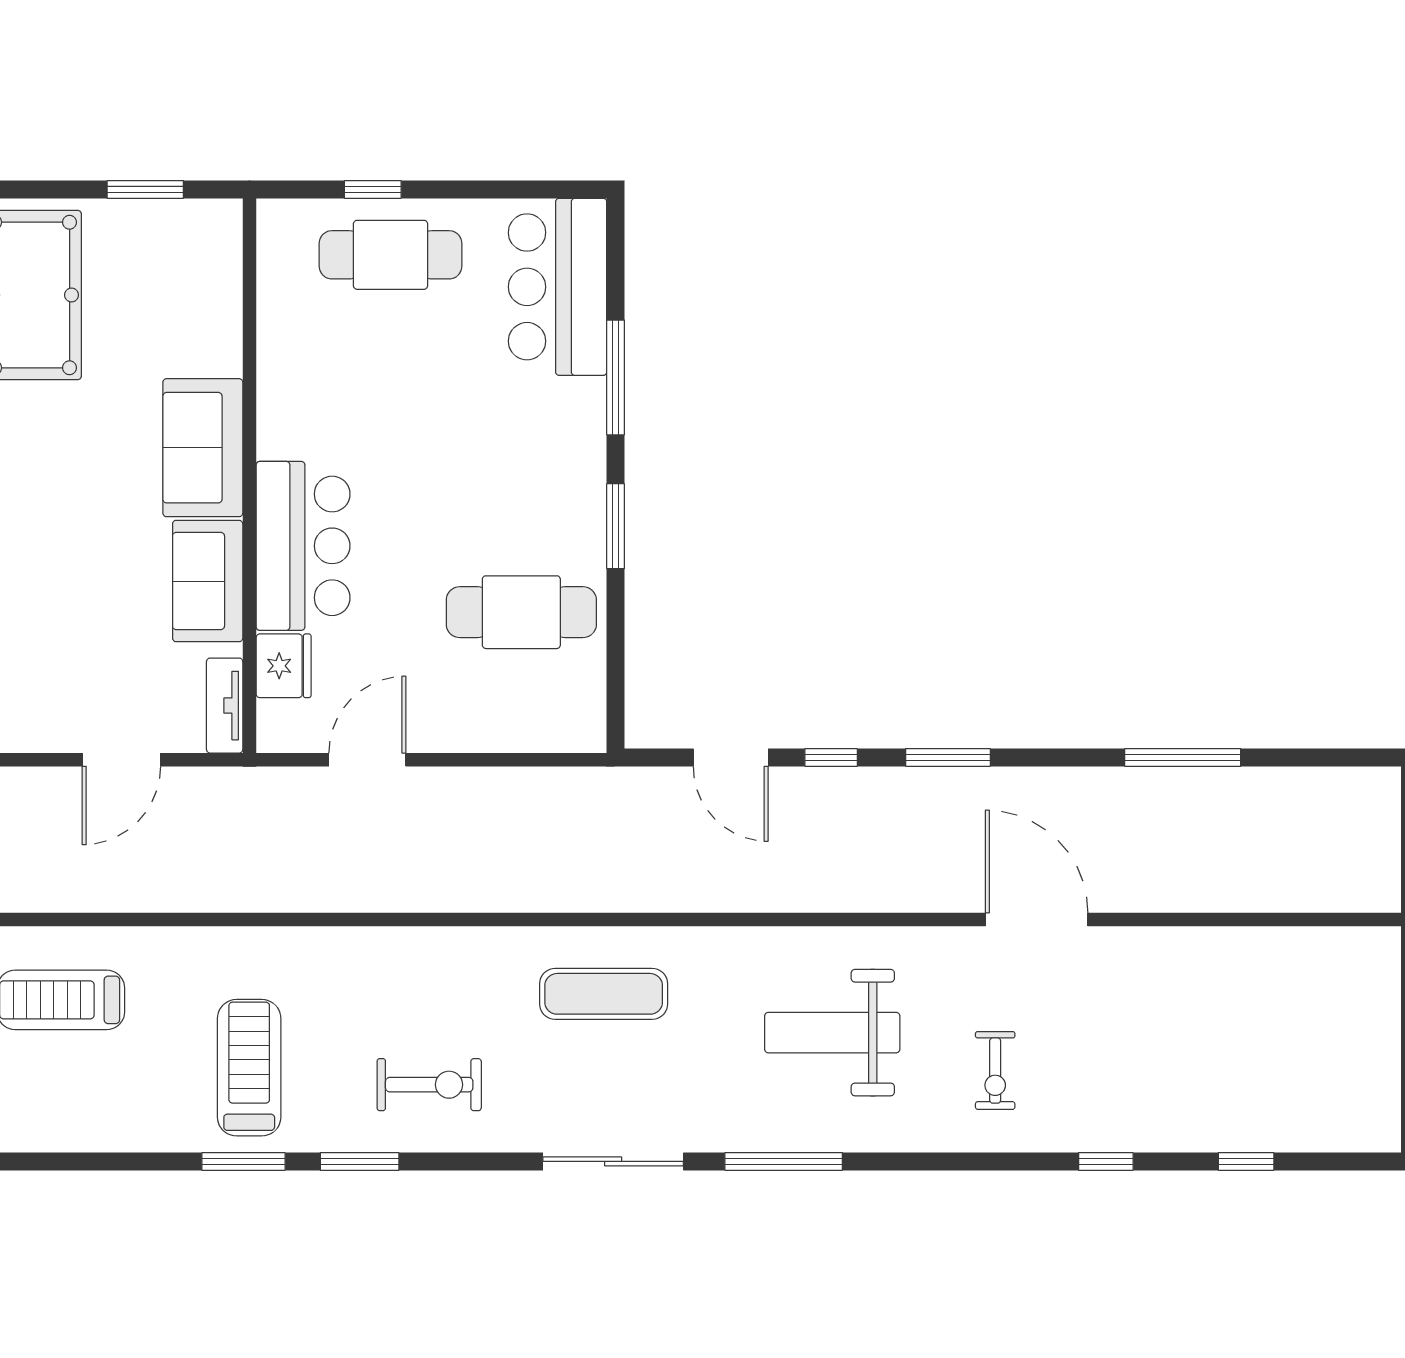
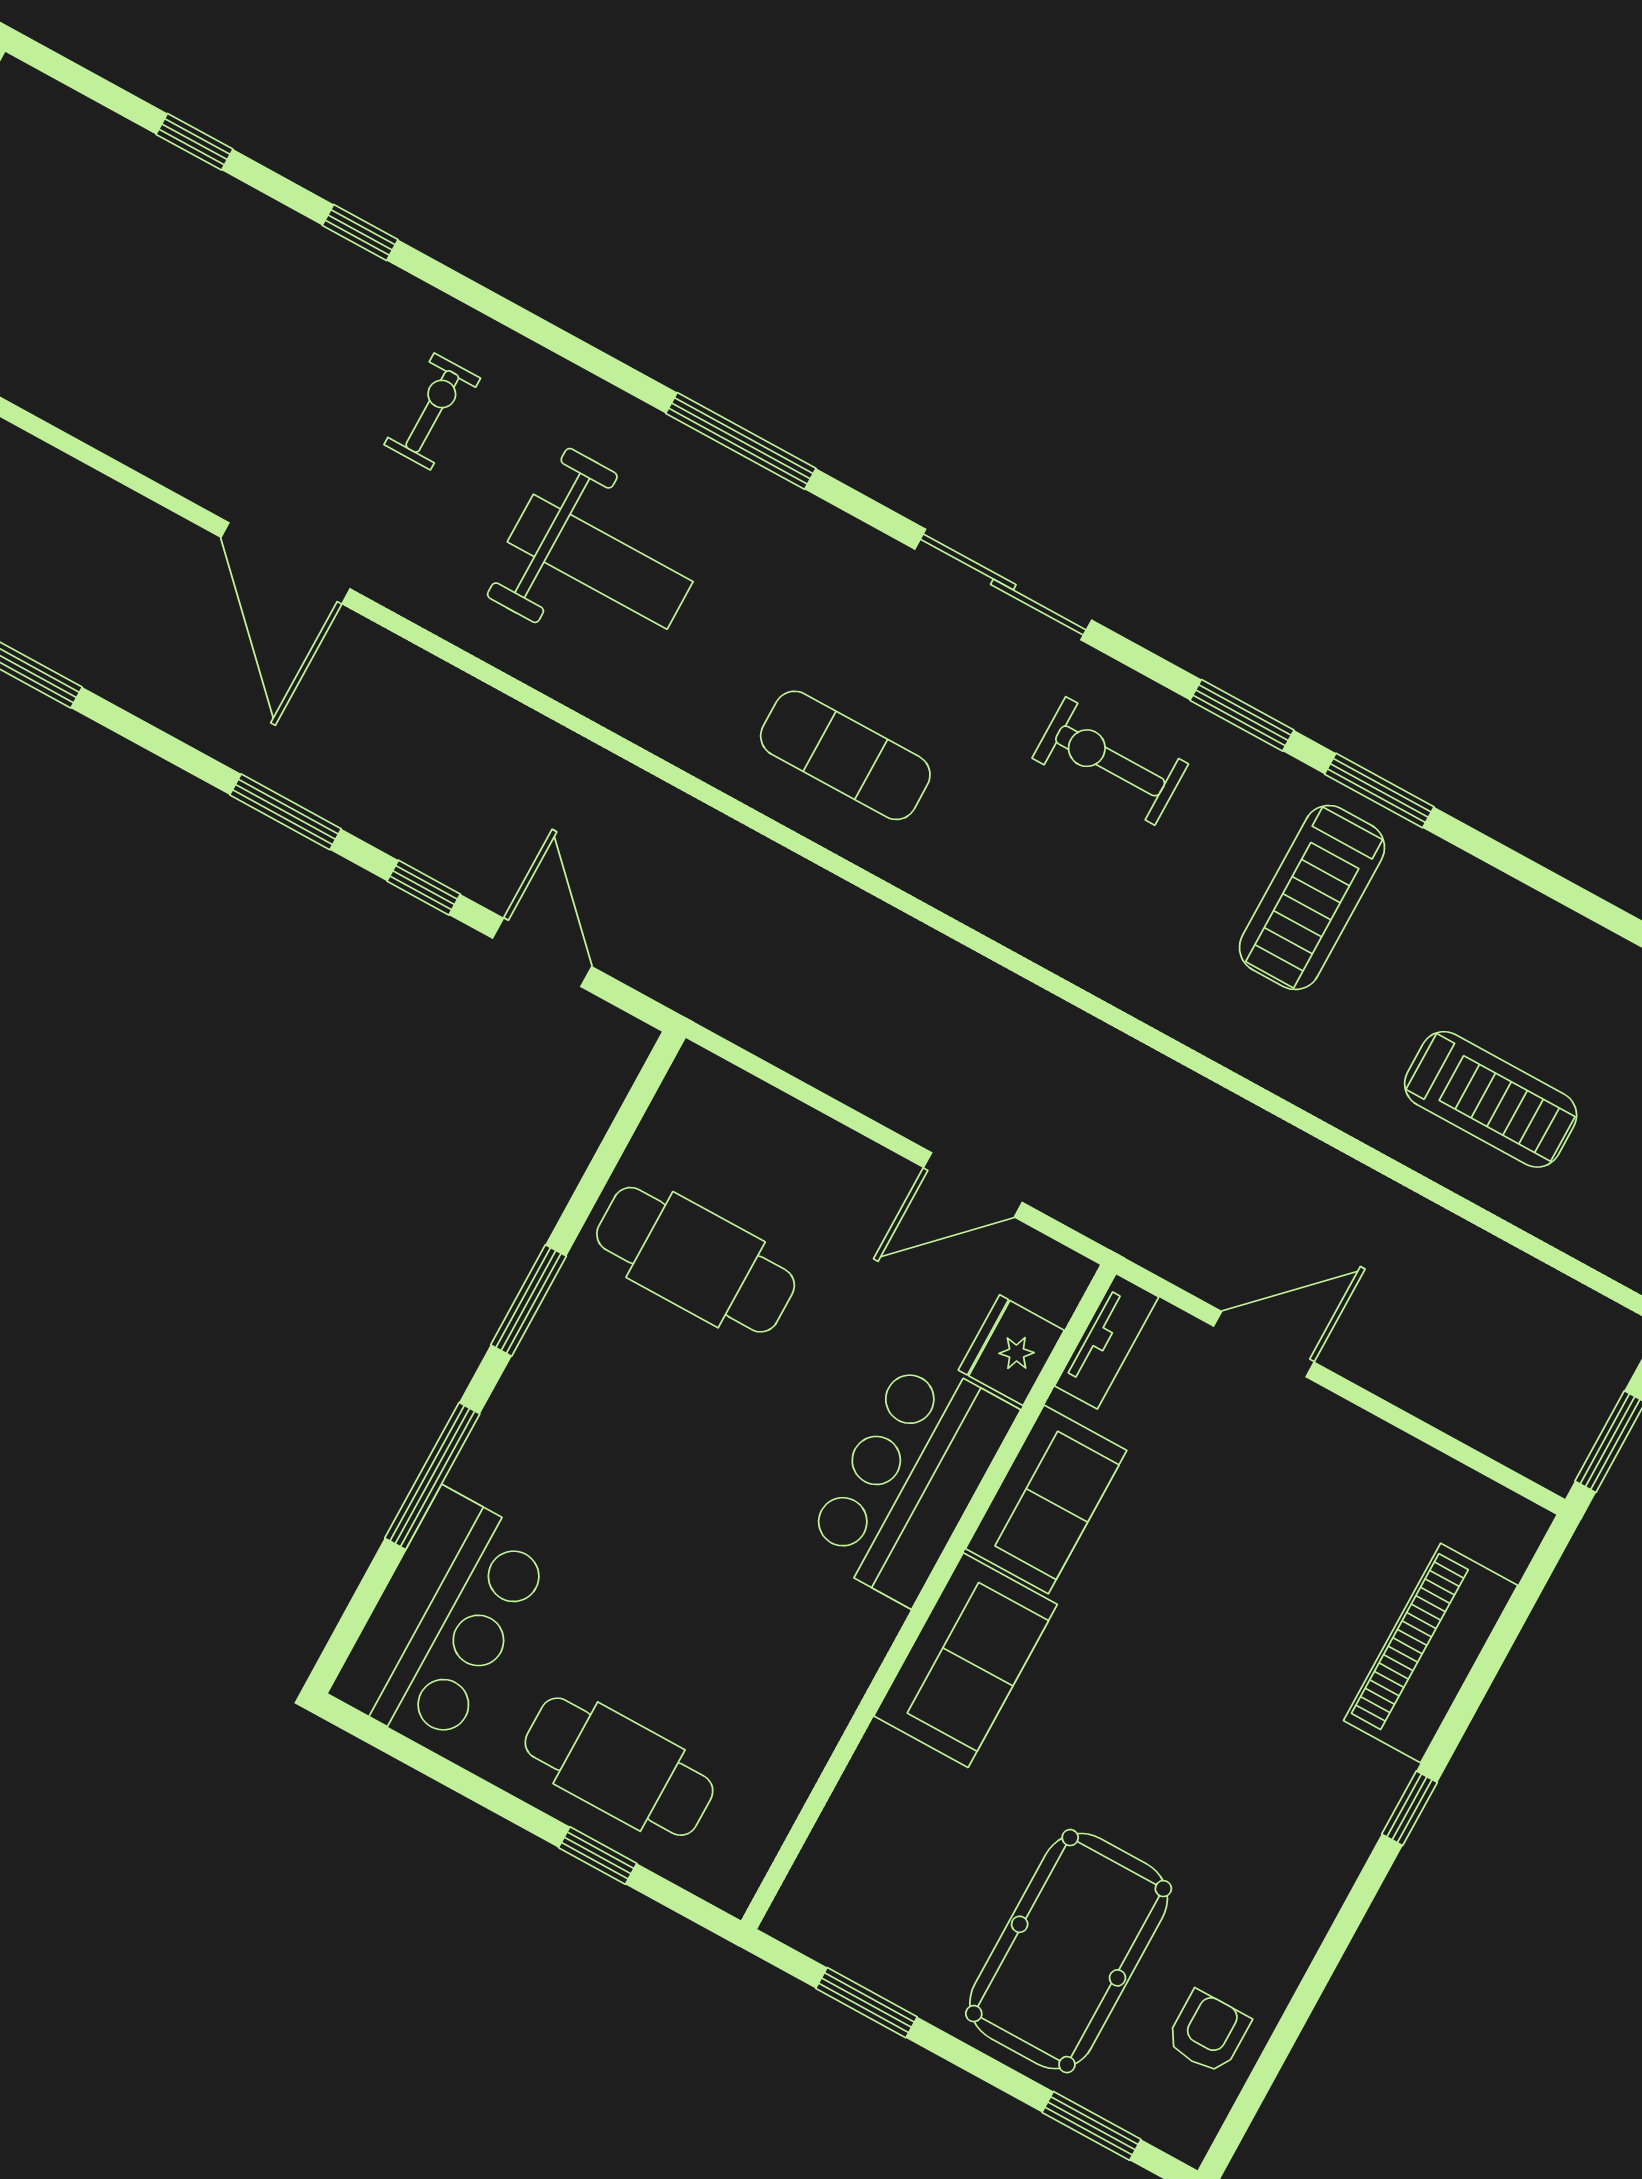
sliding door: (613, 1161) -> (1003, 585), moved

